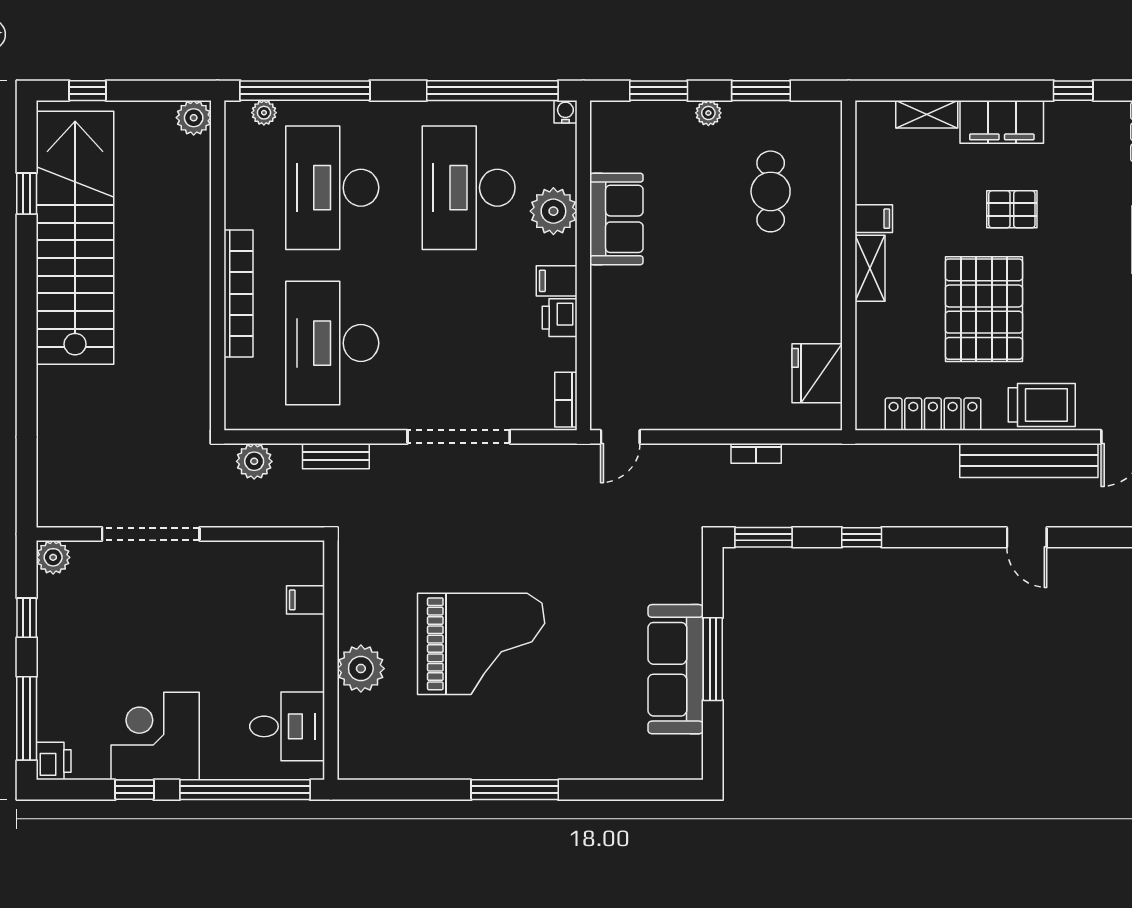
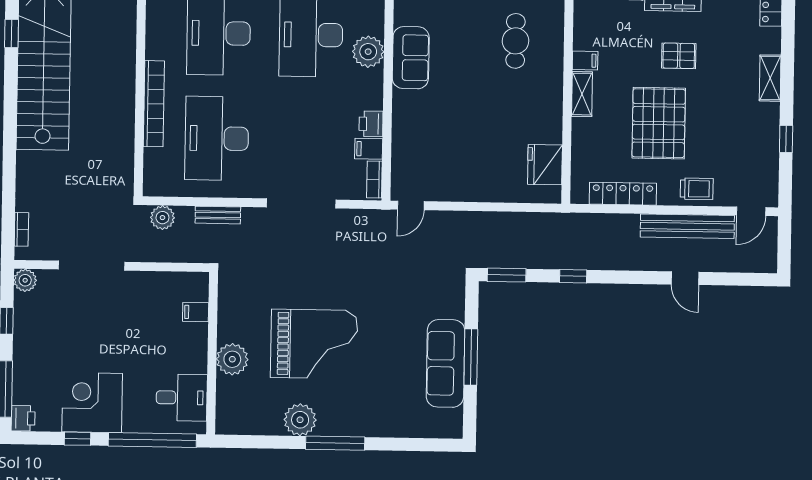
filing cabinet: (557, 281) -> (369, 149), moved
trolley: (1042, 405) -> (697, 189), width x0.73, depth x0.72
bookcase: (756, 453) -> (21, 229), moved, turned -90
plant: (462, 756) -> (300, 420), added

